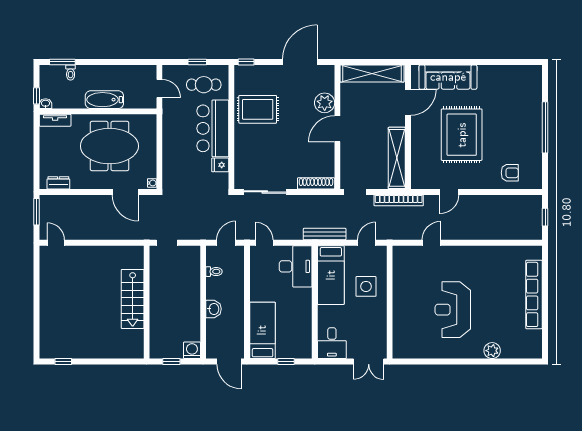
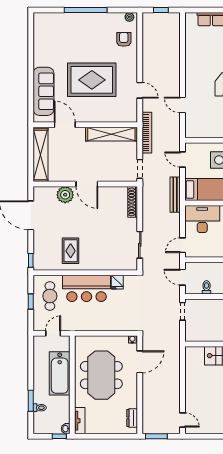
window: (62, 62) -> (31, 401), moved
bathtub: (104, 100) -> (60, 373), width x1.36, depth x1.36
rug: (258, 109) -> (71, 251), width x0.73, depth x0.70
plant: (537, 180) -> (129, 17), added
sliding door: (265, 192) -> (140, 245), width x0.73
door: (56, 243) -> (182, 420), swing flipped
doorway: (167, 243) -> (182, 311), moved

